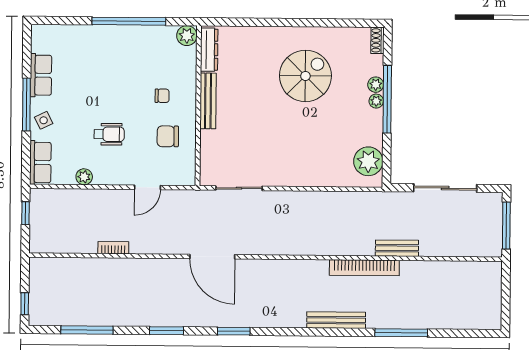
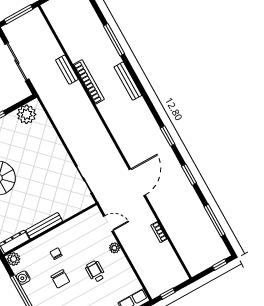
water cooler: (155, 34) -> (23, 278), added
chair: (168, 136) -> (60, 279), moved
plant: (84, 177) -> (114, 248), moved
door: (148, 187) -> (108, 223), moved
door: (212, 257) -> (137, 182), moved

